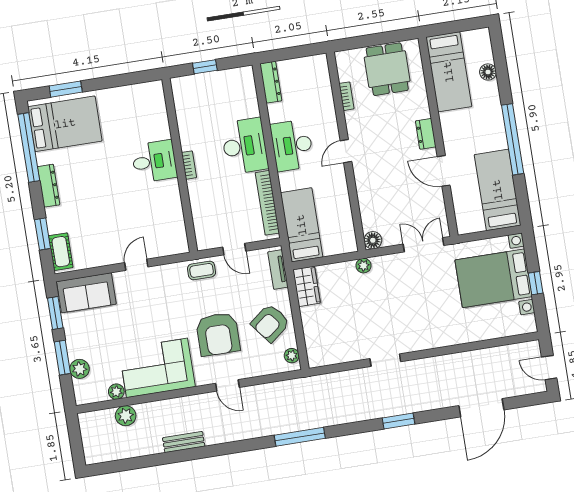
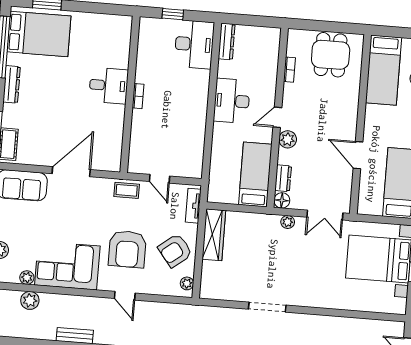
dresser: (426, 134) -> (283, 178), moved, turned 180
desk: (245, 146) -> (194, 44), moved
plant: (363, 172) -> (288, 139), added
bookcase: (267, 203) -> (198, 145), removed
bed: (302, 225) -> (255, 174), moved
double door: (424, 245) -> (325, 215), swing flipped
door: (136, 265) -> (71, 172), width x1.88
plant: (364, 266) -> (288, 222), moved
wardrobe: (307, 286) -> (214, 235), width x1.50
doorway: (385, 360) -> (267, 307), width x1.38

